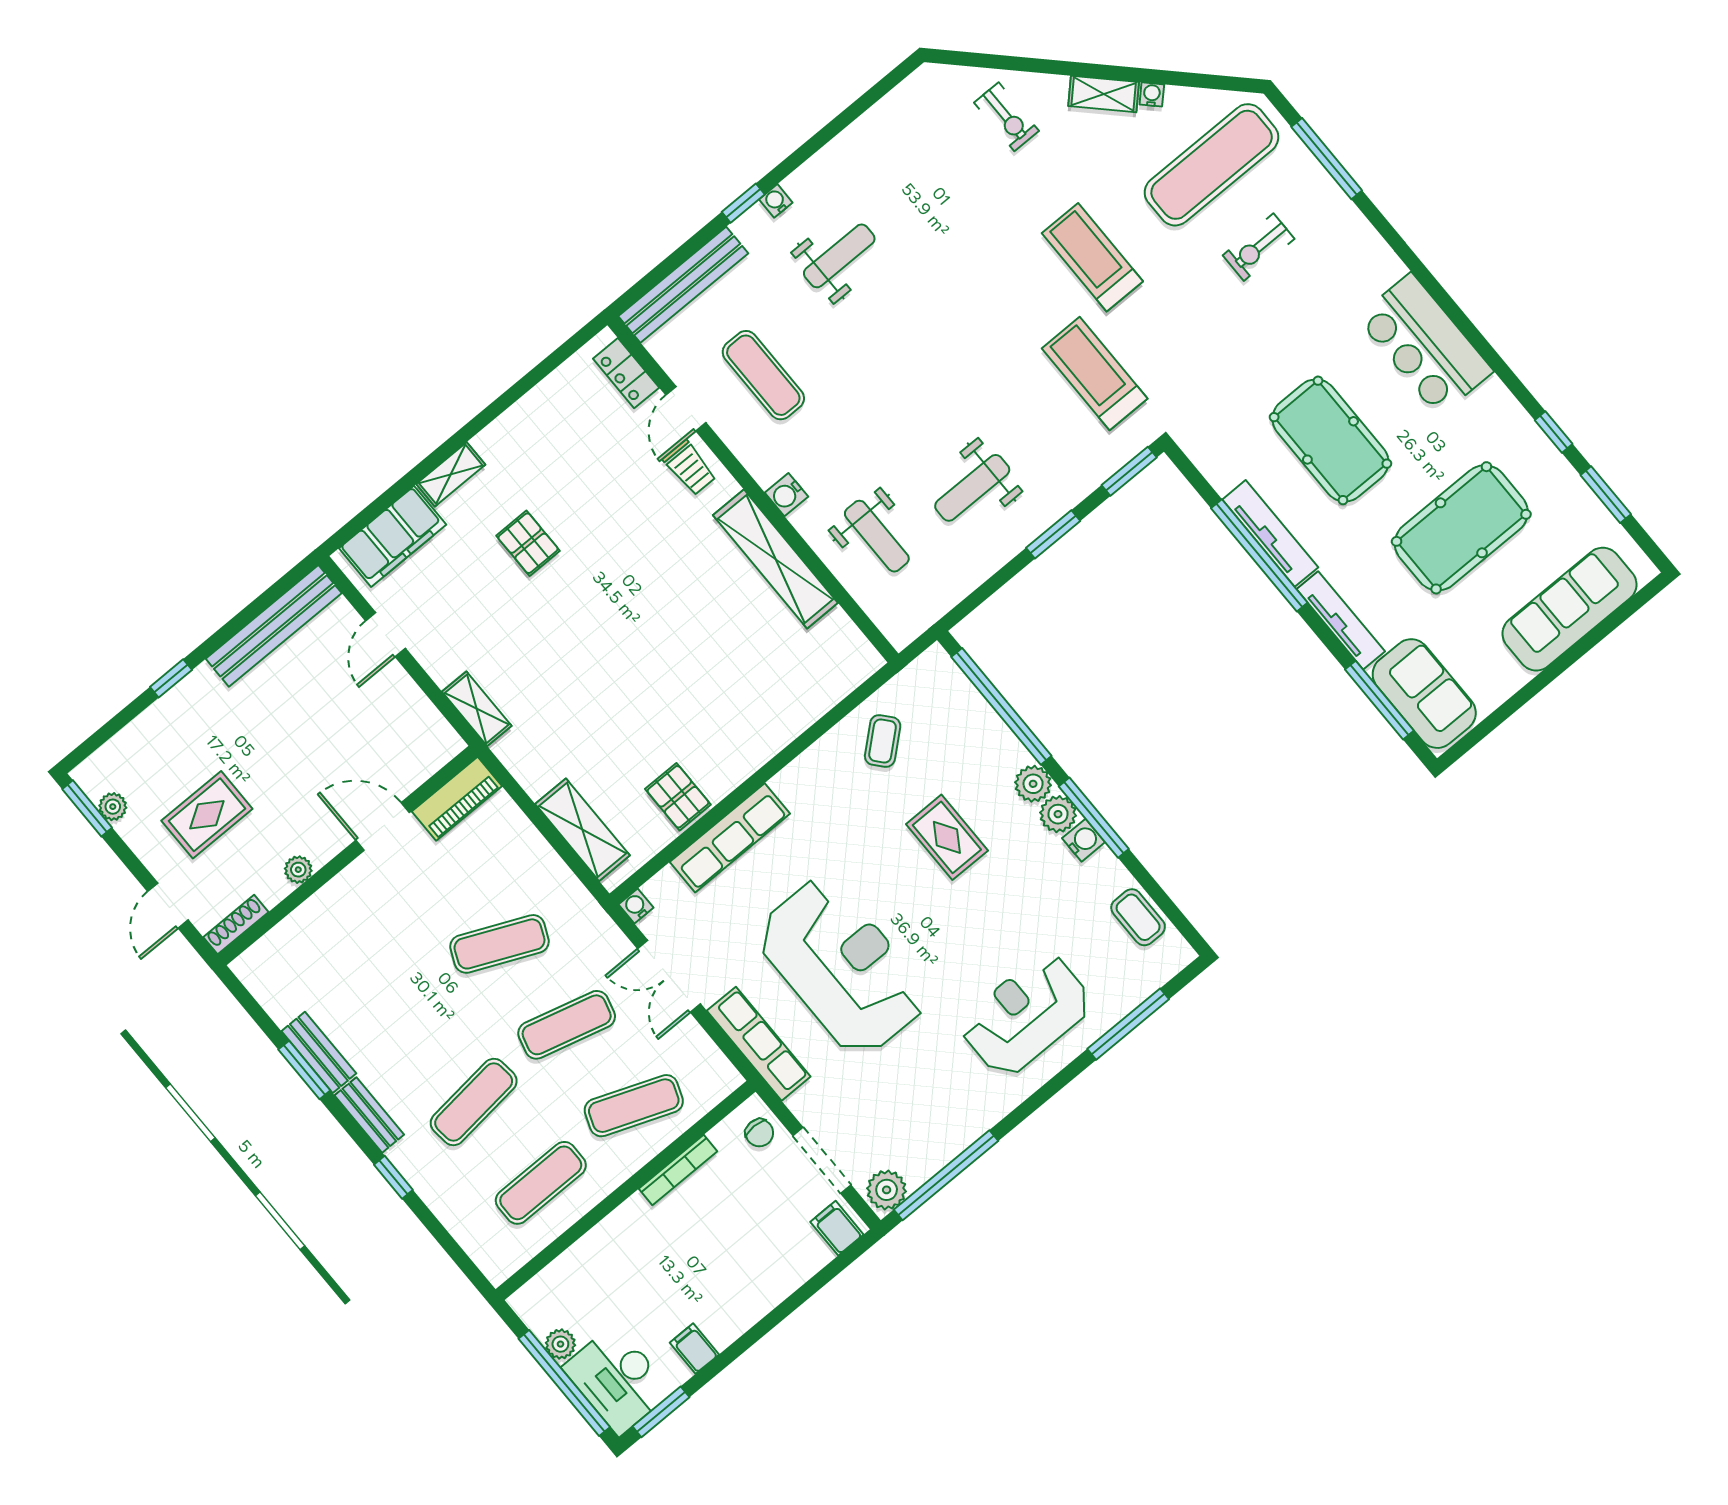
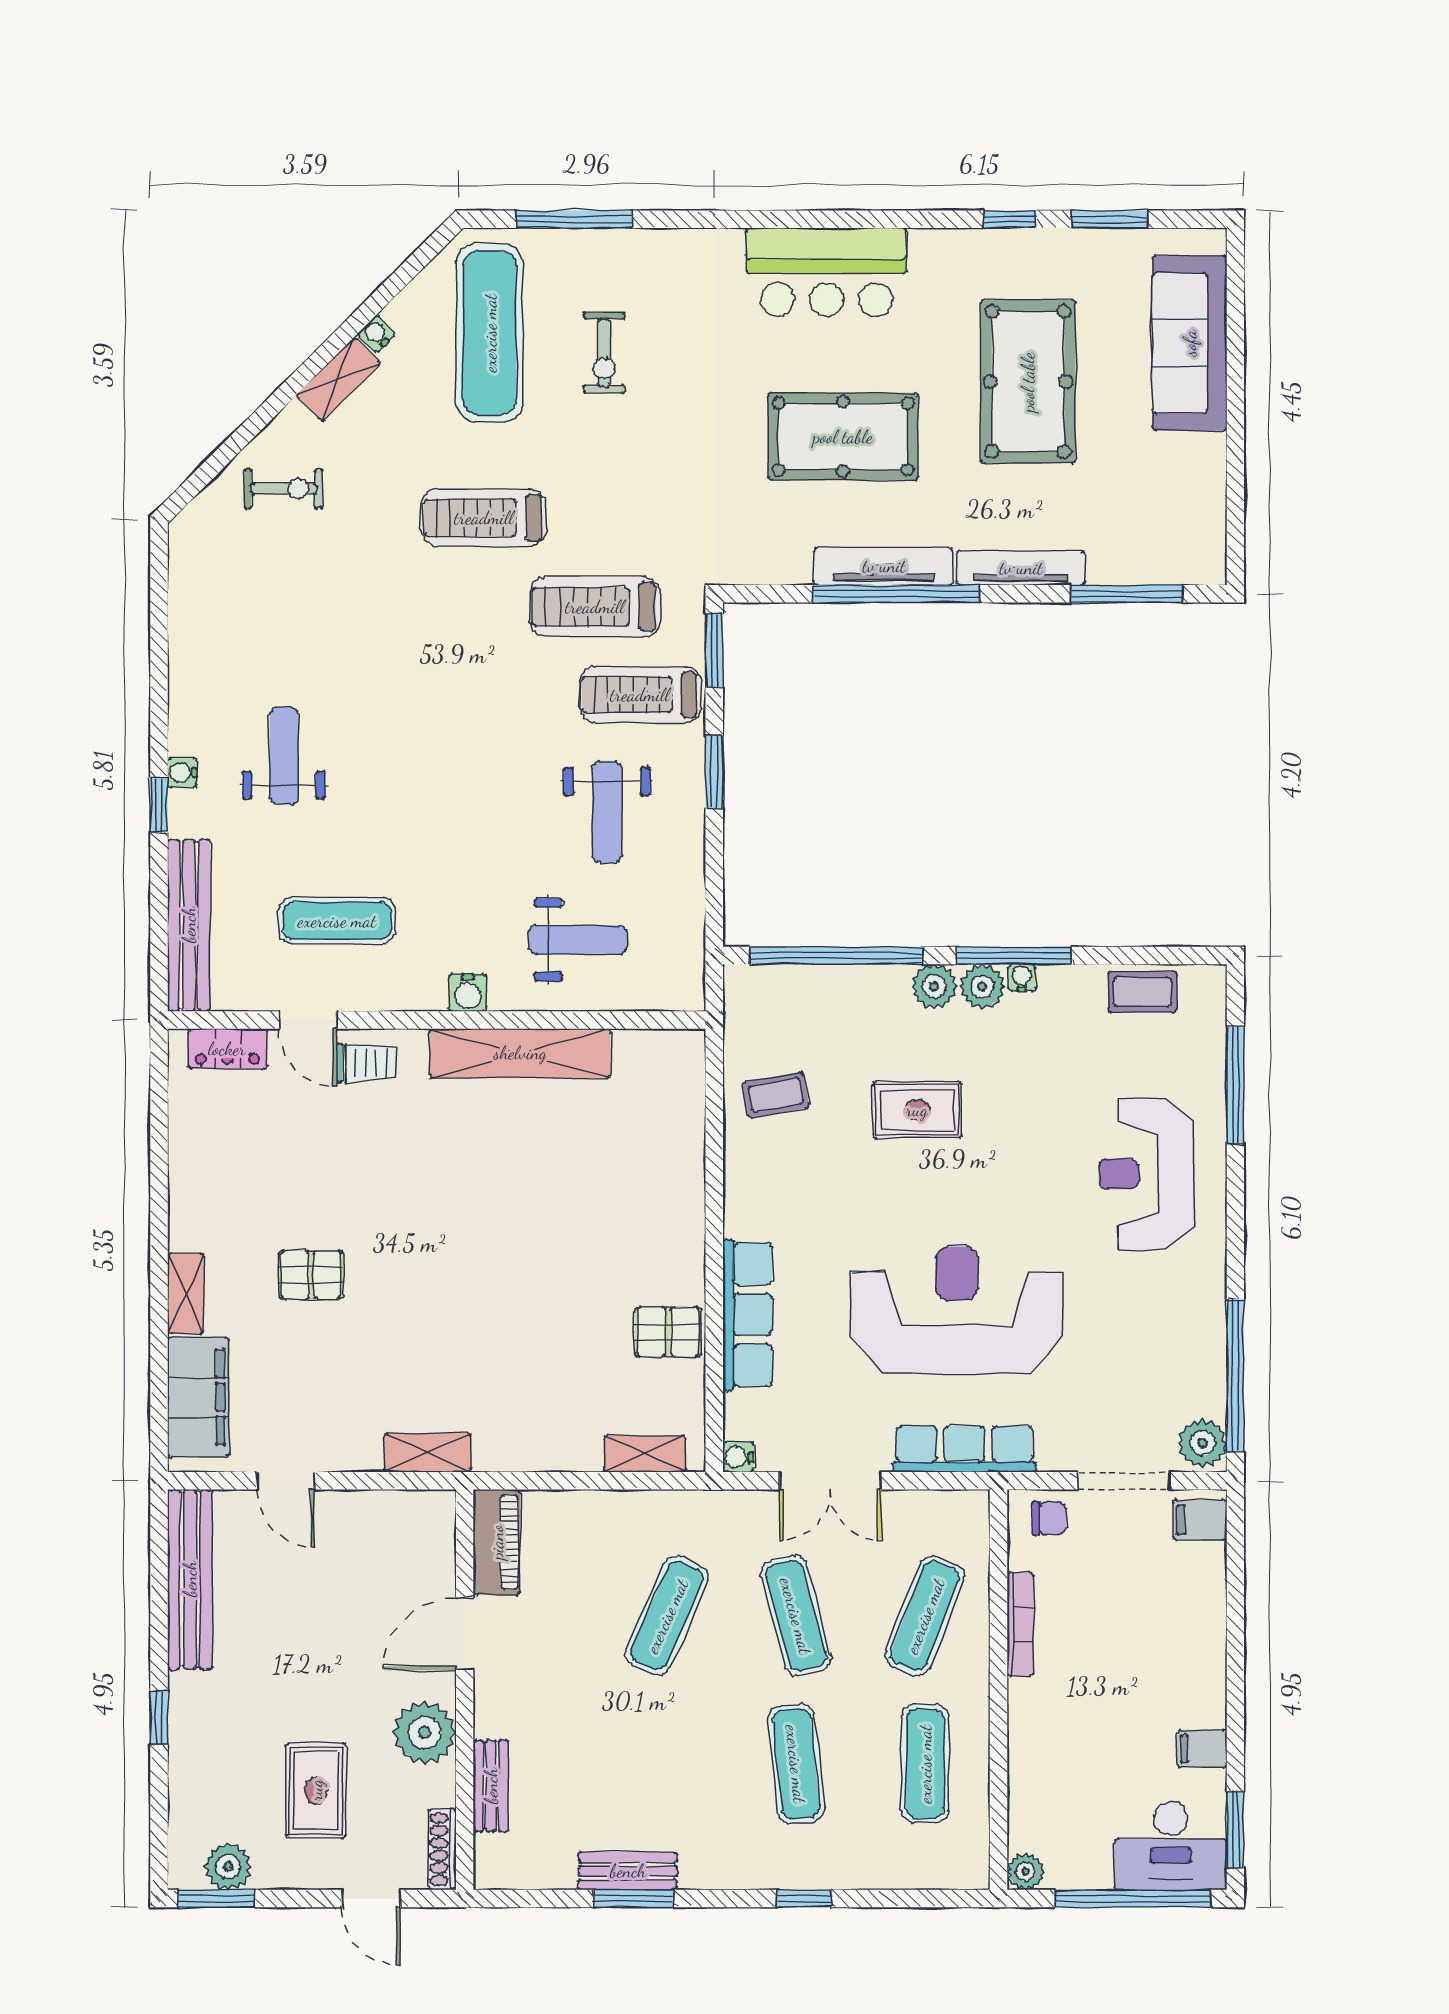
treadmill: (1063, 448) -> (640, 695), added
sofa: (1424, 694) -> (1155, 546), removed
coffee table: (883, 741) -> (776, 1095), turned -59
plant: (113, 807) -> (228, 1867), width x1.38, depth x1.38
shelving: (583, 830) -> (645, 1454), width x0.67, depth x0.75
water cooler: (1084, 840) -> (1022, 978), width x0.72, depth x0.72
plant: (298, 870) -> (425, 1733), width x1.88, depth x1.88
exercise mat: (567, 1025) -> (796, 1616), turned -30
bench: (369, 1115) -> (491, 1786), moved, turned 90
plant: (560, 1344) -> (1025, 1872), moved

